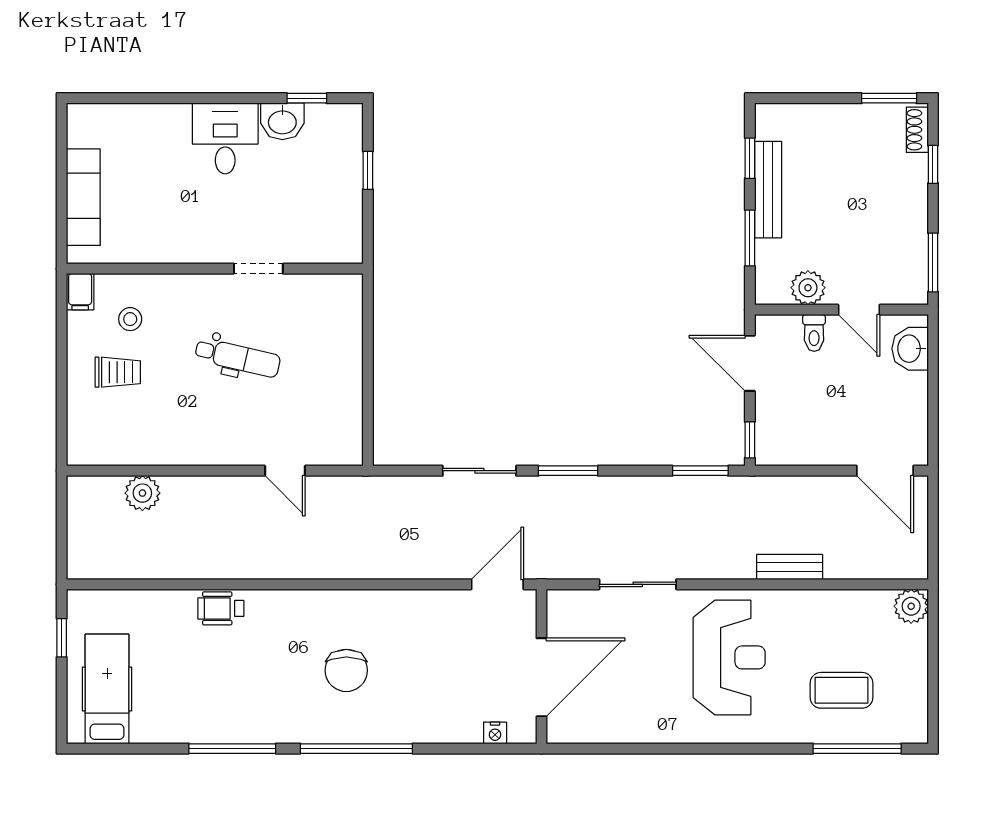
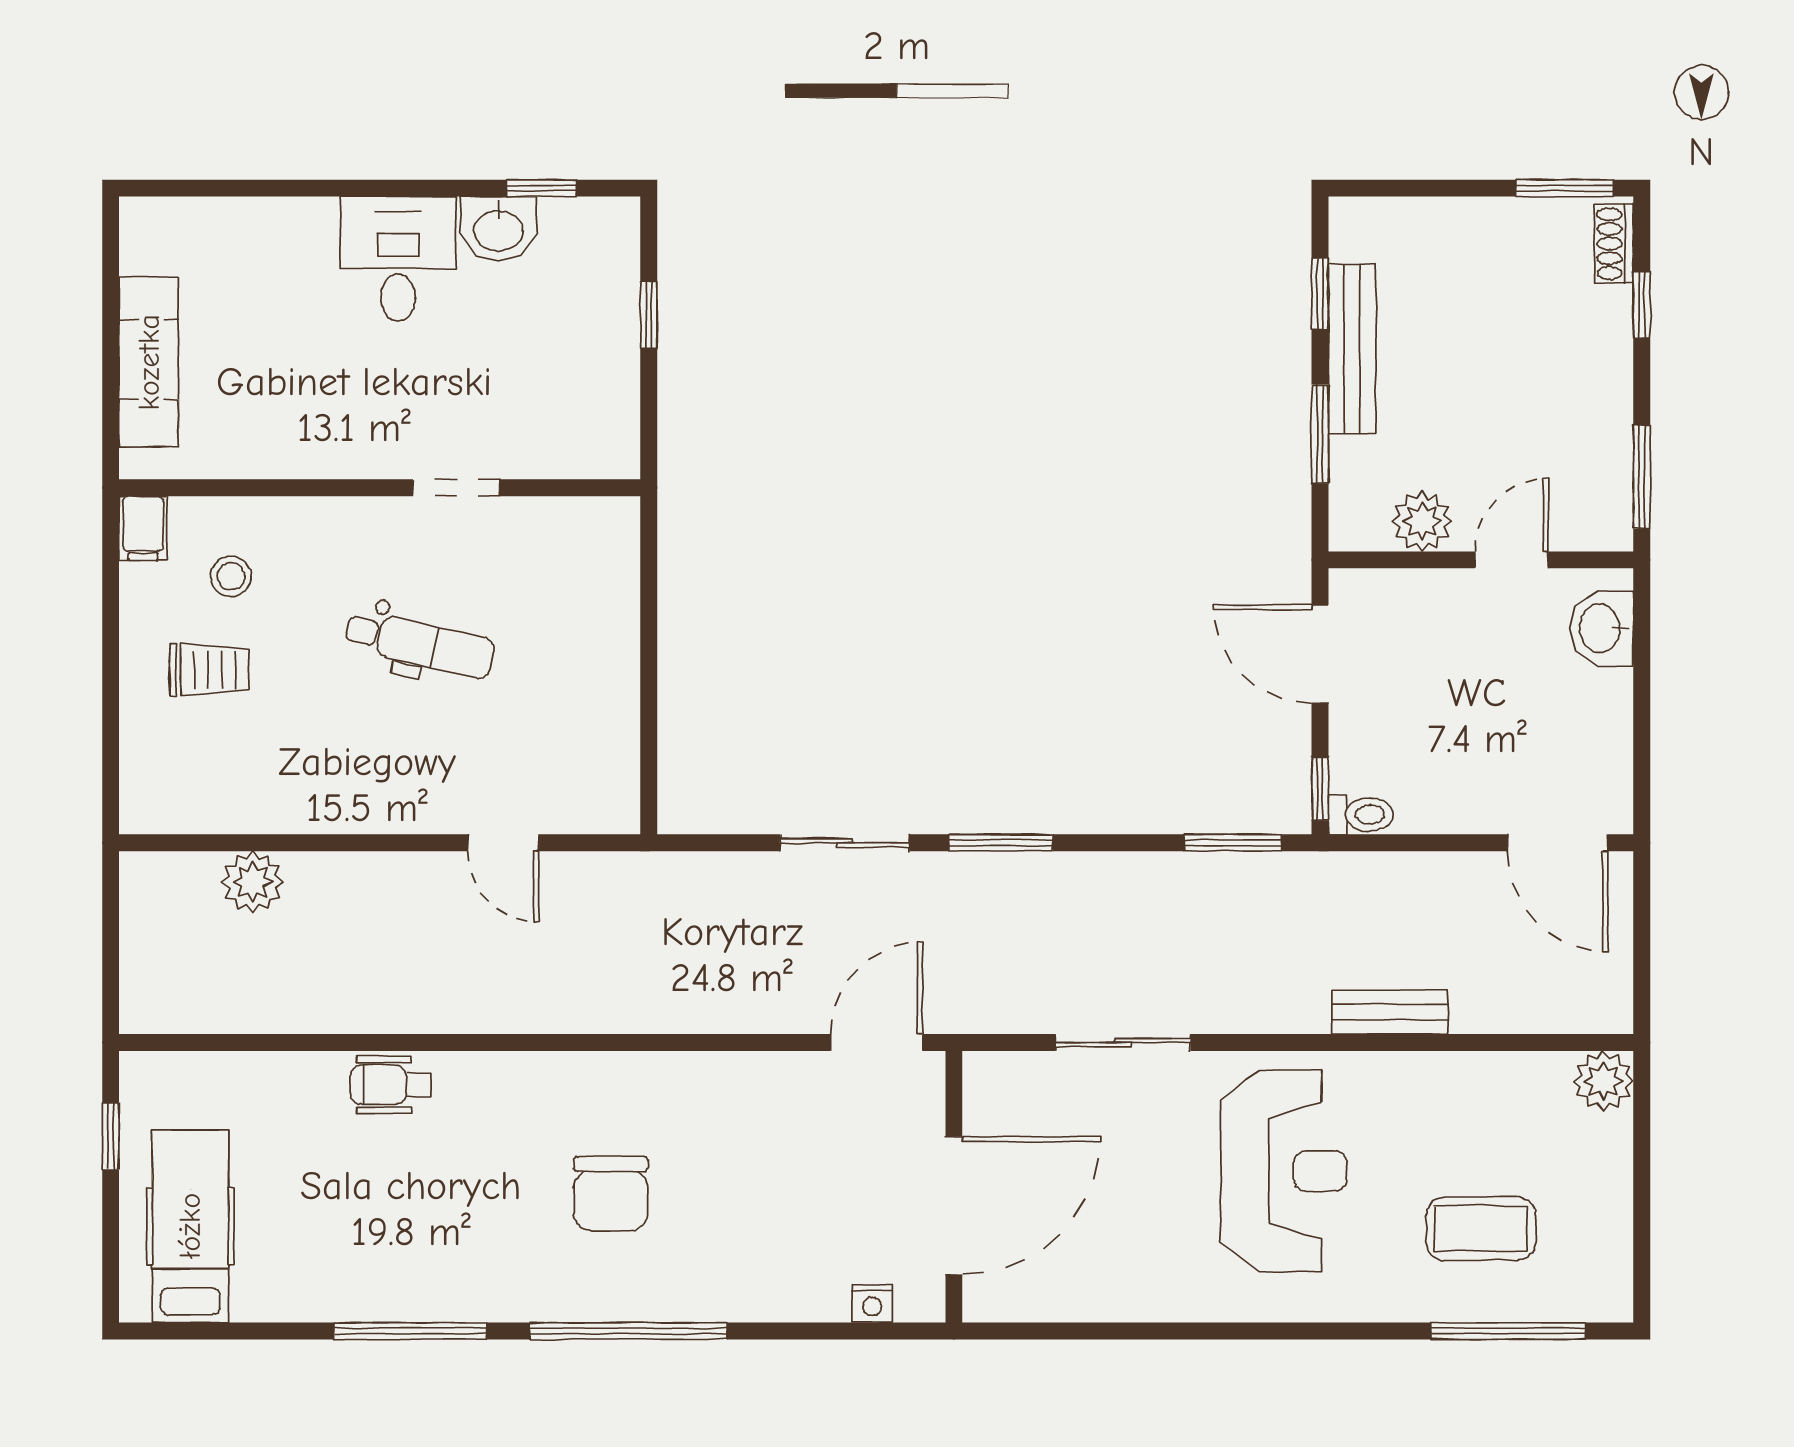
door: (859, 310) -> (1512, 560), swing flipped
toilet: (814, 333) -> (1361, 814), moved, turned -90

